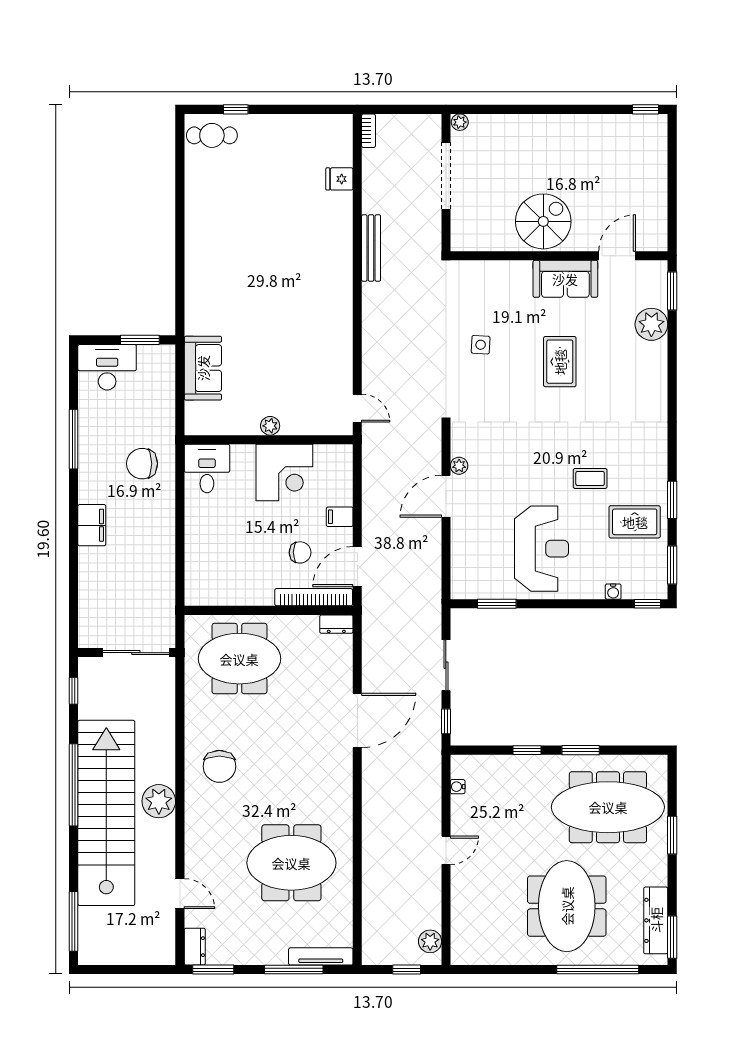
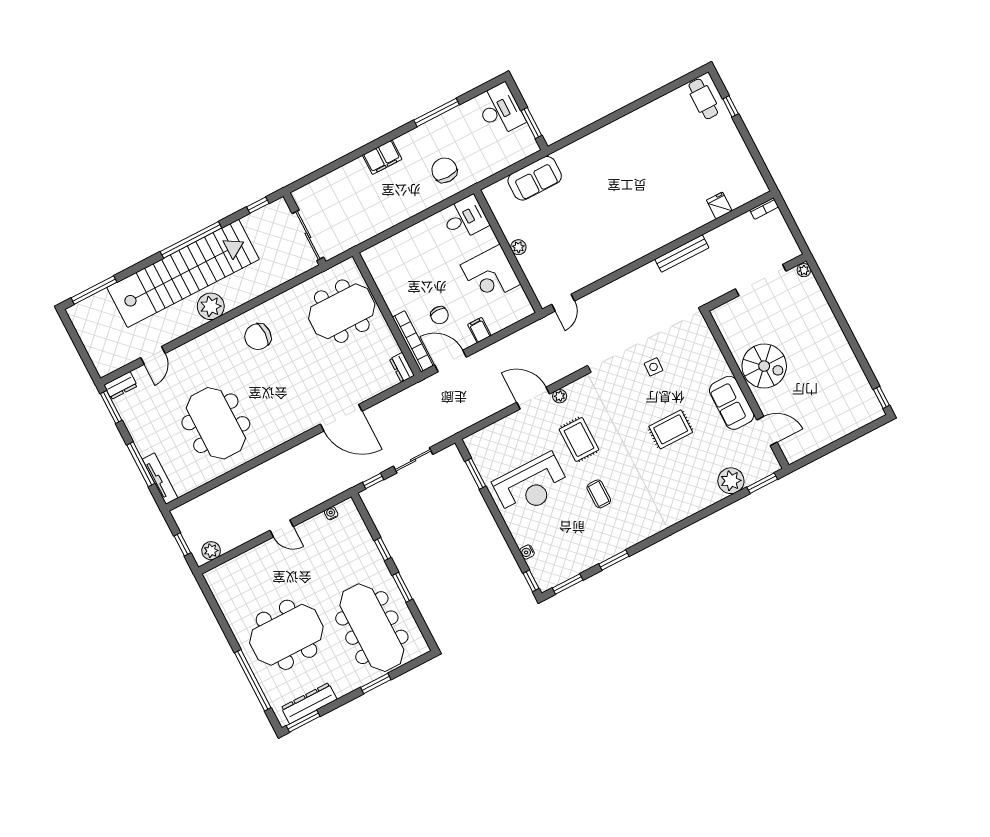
rug: (635, 522) -> (579, 439), moved
meeting table: (239, 659) -> (342, 311), turned 90

